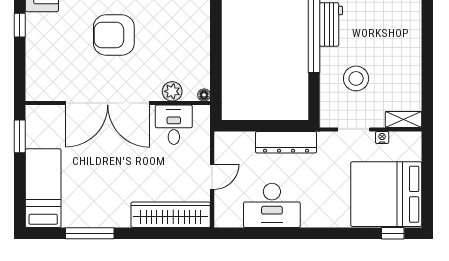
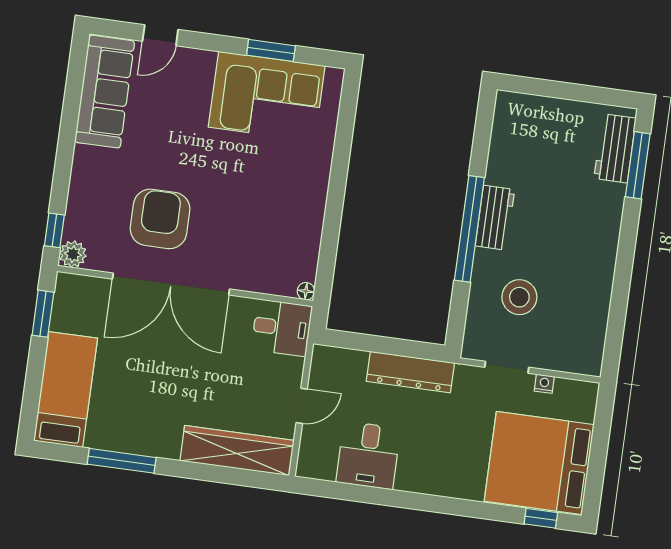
window: (20, 25) -> (54, 230), moved
armchair: (114, 35) -> (160, 219), moved, turned 90
plant: (172, 91) -> (73, 254), moved
shelving: (403, 119) -> (577, 363), removed
desk: (174, 125) -> (282, 328), moved, turned 90
desk: (272, 205) -> (368, 455), width x0.73

